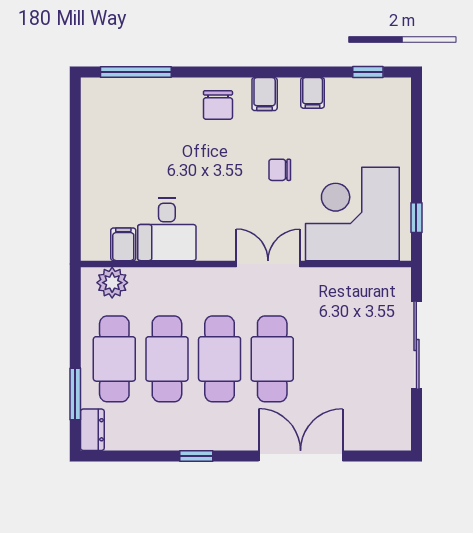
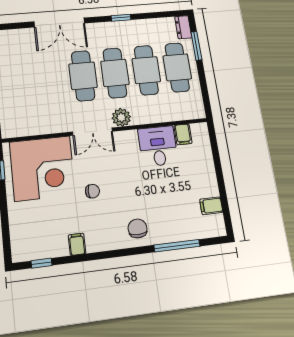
window: (136, 72) -> (177, 246), moved
filing cabinet: (265, 94) -> (211, 206), moved, turned -90
plant: (112, 283) -> (121, 117), moved

